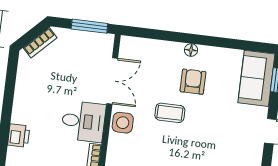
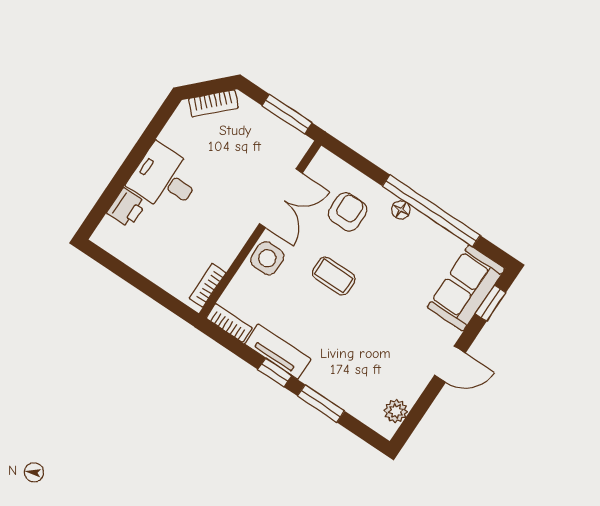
window: (210, 41) -> (431, 211), added
armchair: (193, 82) -> (348, 212), moved
desk: (83, 121) -> (165, 179), moved, turned 180

